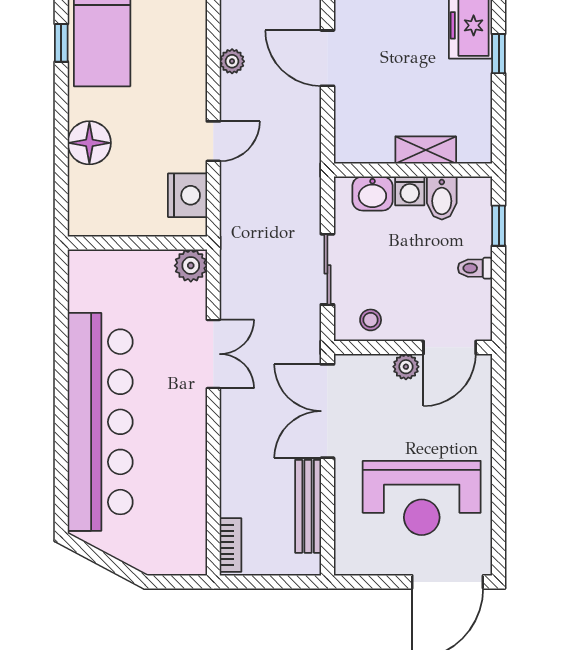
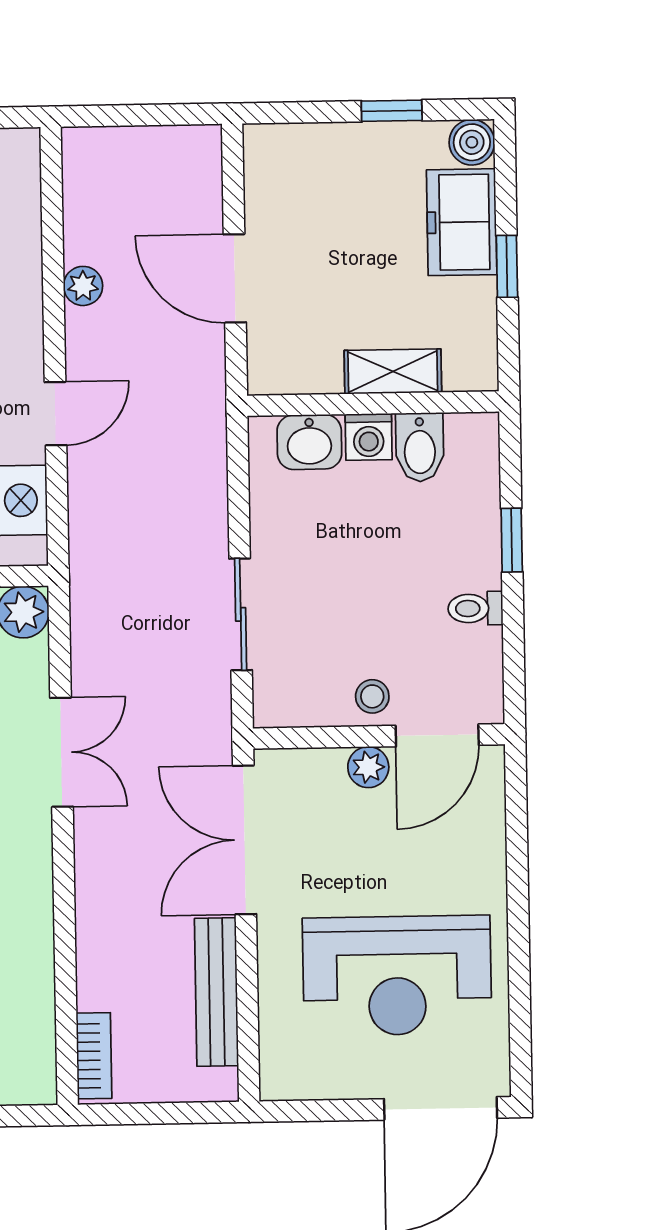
shelving: (426, 150) -> (393, 371), moved
wall: (413, 170) -> (373, 404), moved
washing machine: (410, 191) -> (369, 437), moved
washbasin: (372, 193) -> (309, 442), moved
bidet: (442, 198) -> (420, 447), moved
stool: (371, 320) -> (372, 696), moved

